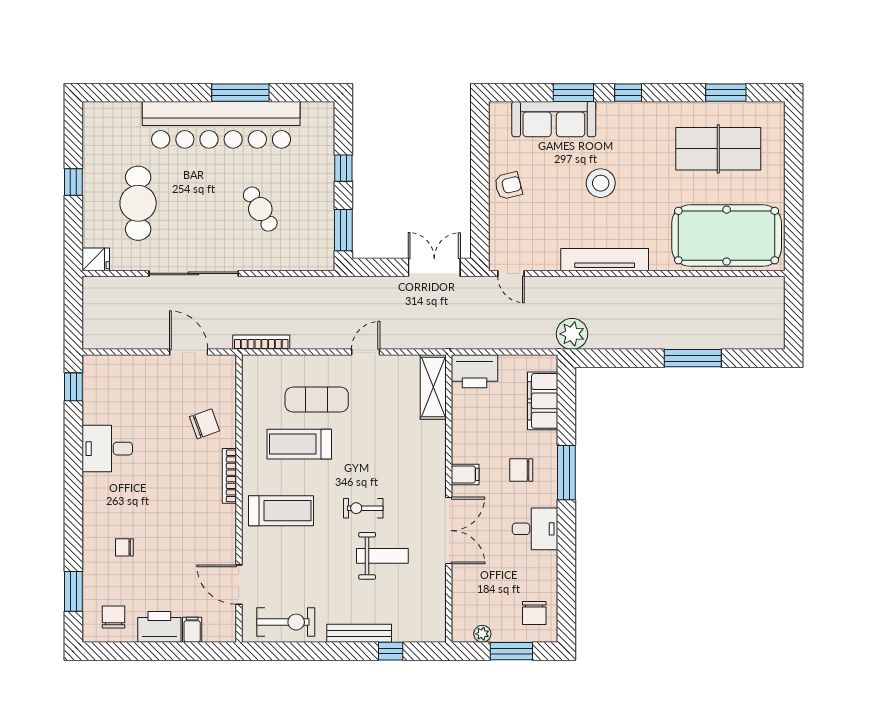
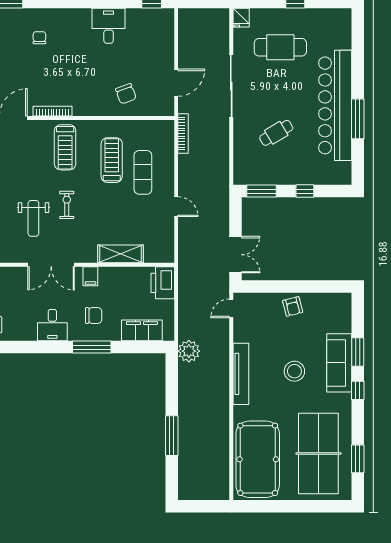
sofa: (554, 119) -> (339, 363), moved
table tennis table: (718, 149) -> (318, 453), width x1.36, depth x1.32
shelving: (433, 387) -> (120, 254), moved
chair: (521, 470) -> (94, 316), turned 90
bookcase: (229, 476) -> (52, 111), moved

